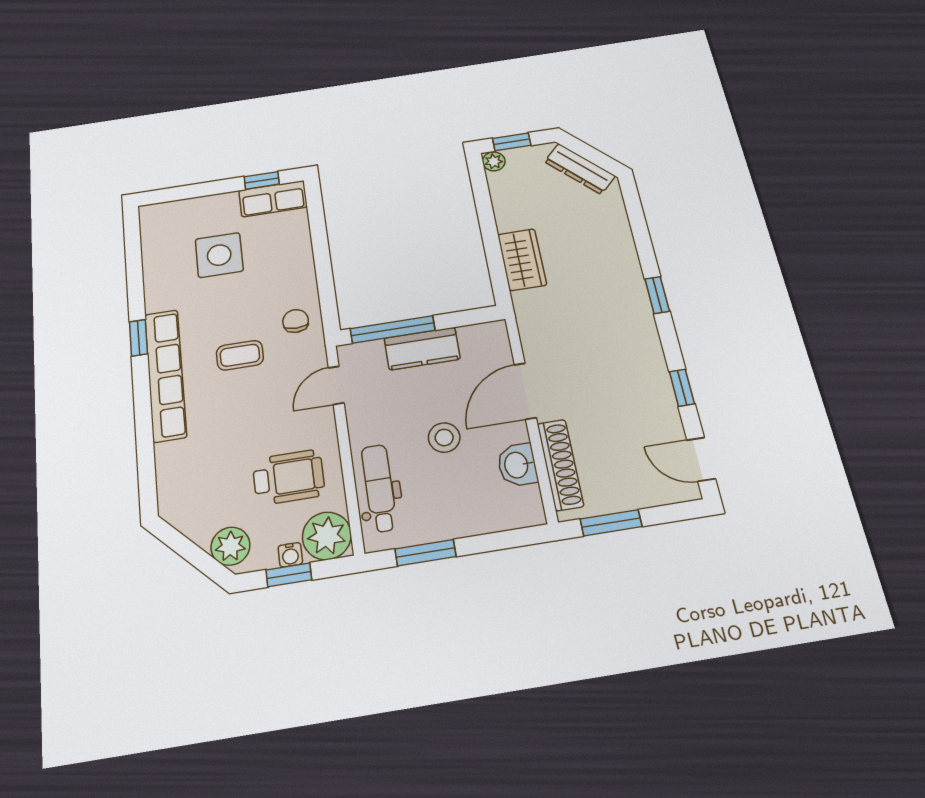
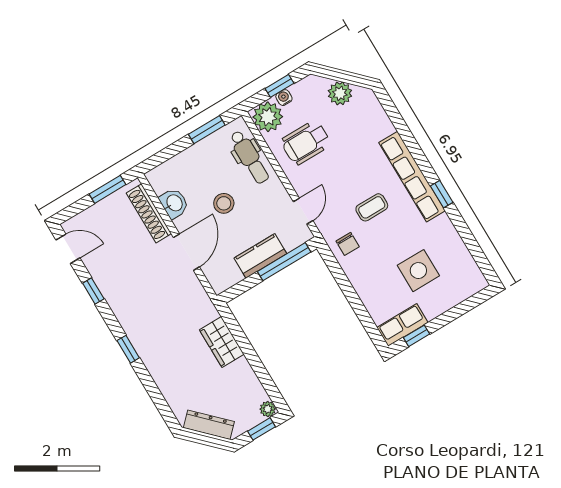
plant: (230, 546) -> (340, 93), moved

